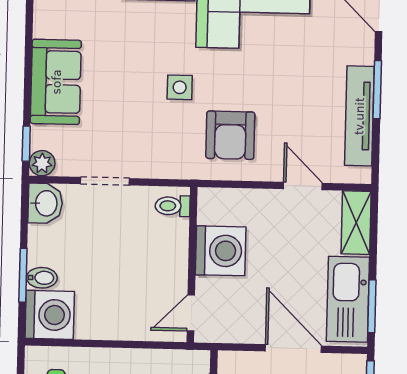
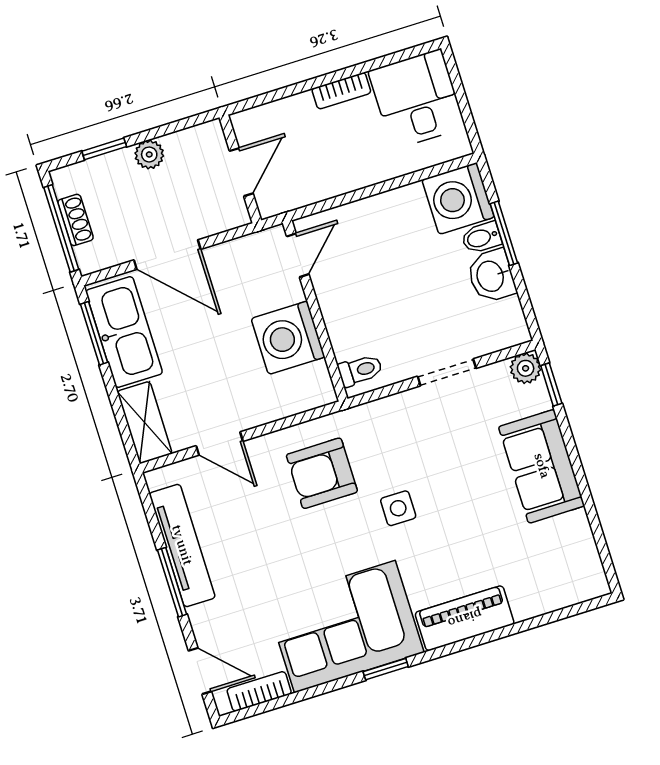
armchair: (230, 135) -> (322, 473), turned -90
washbasin: (45, 203) -> (491, 276), moved

